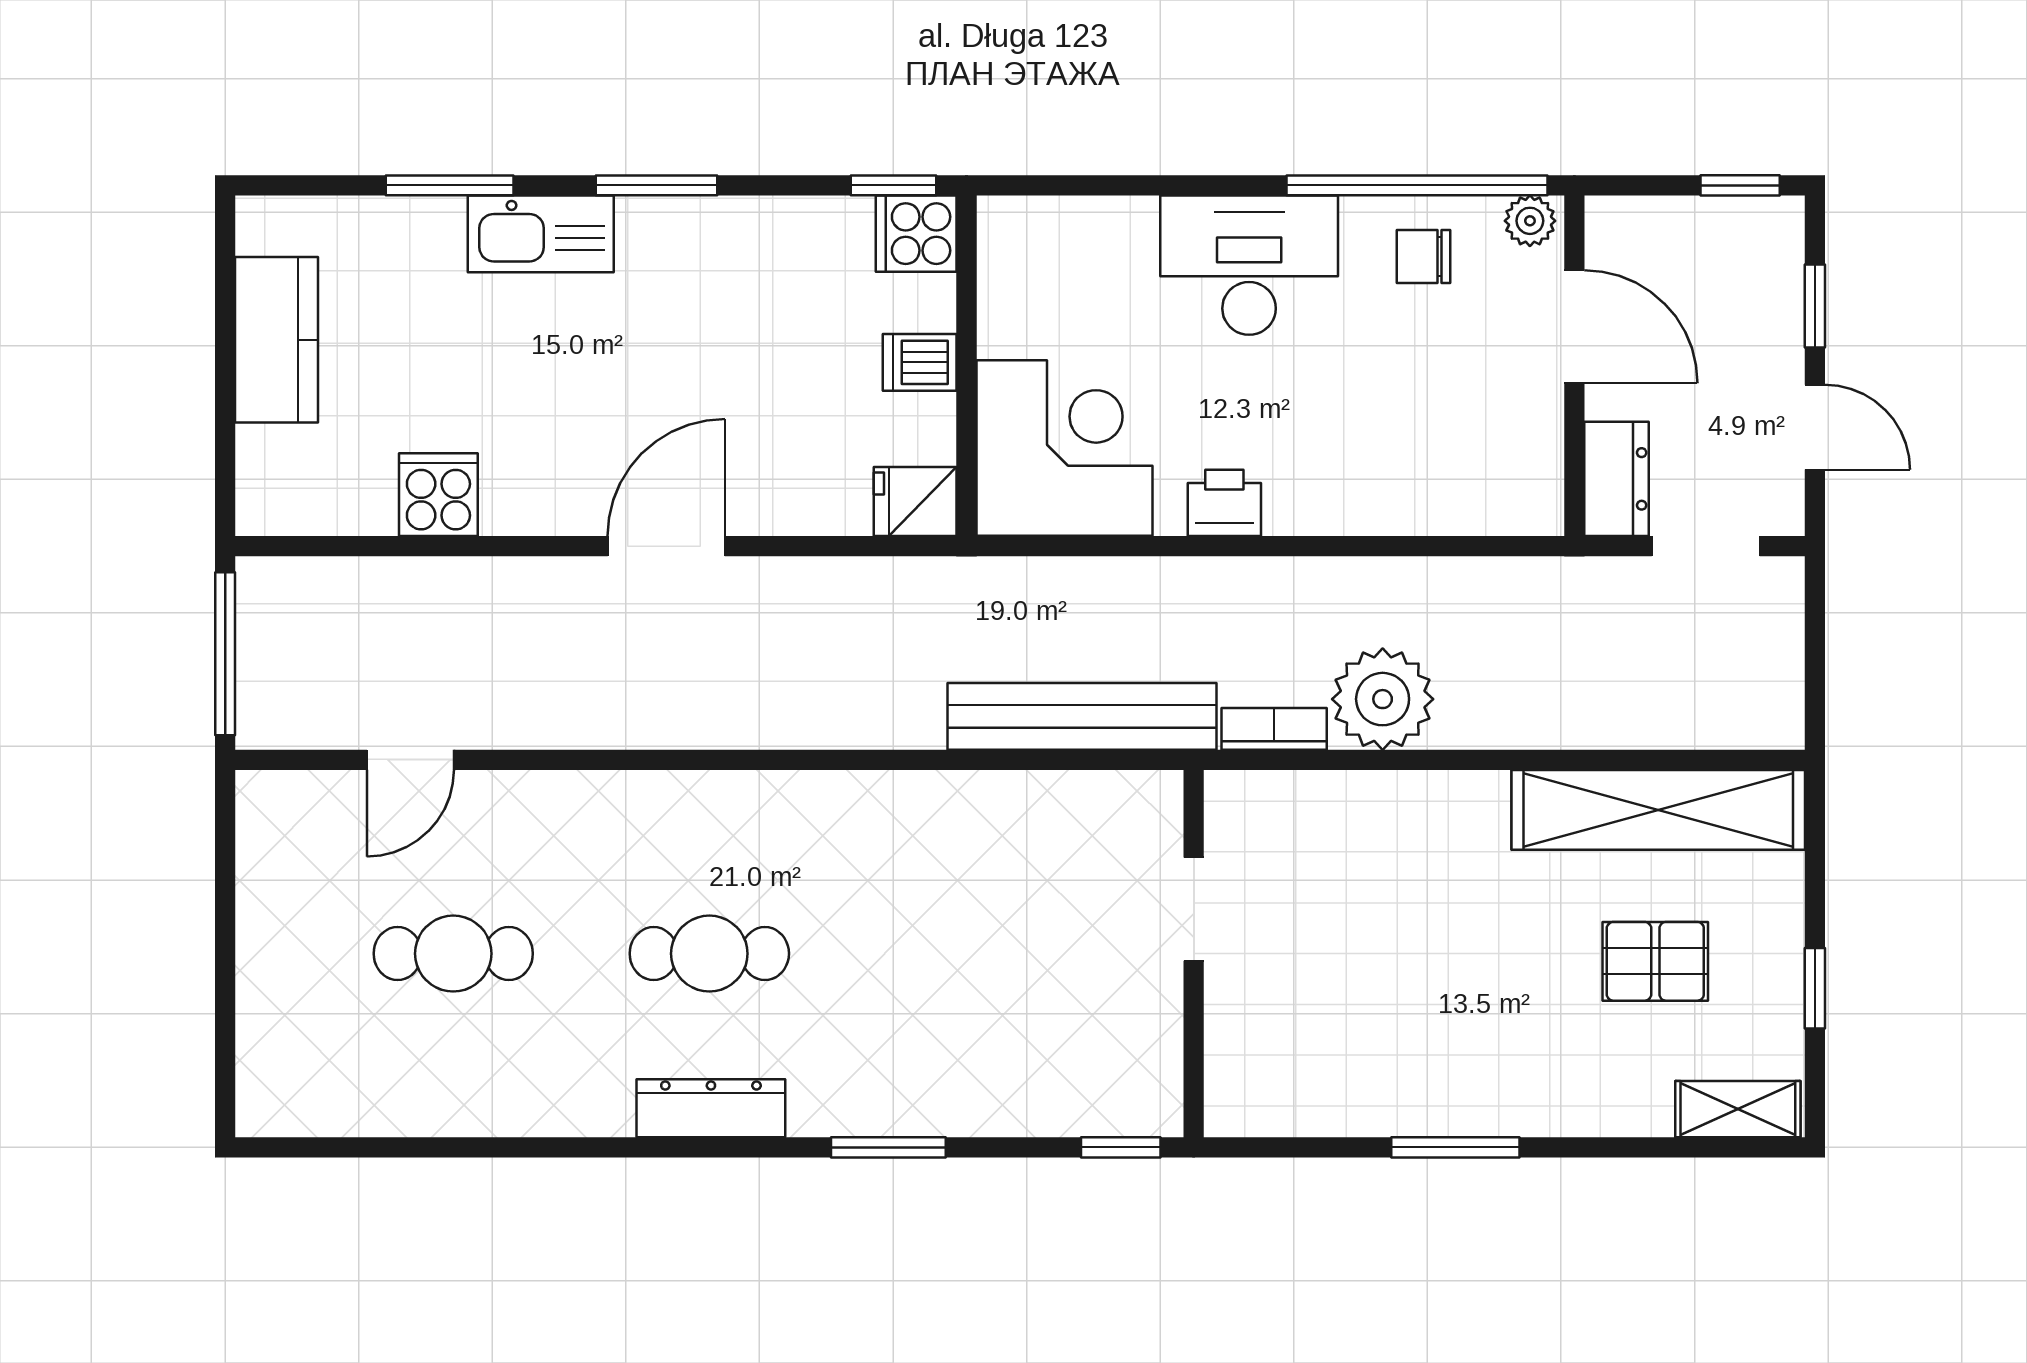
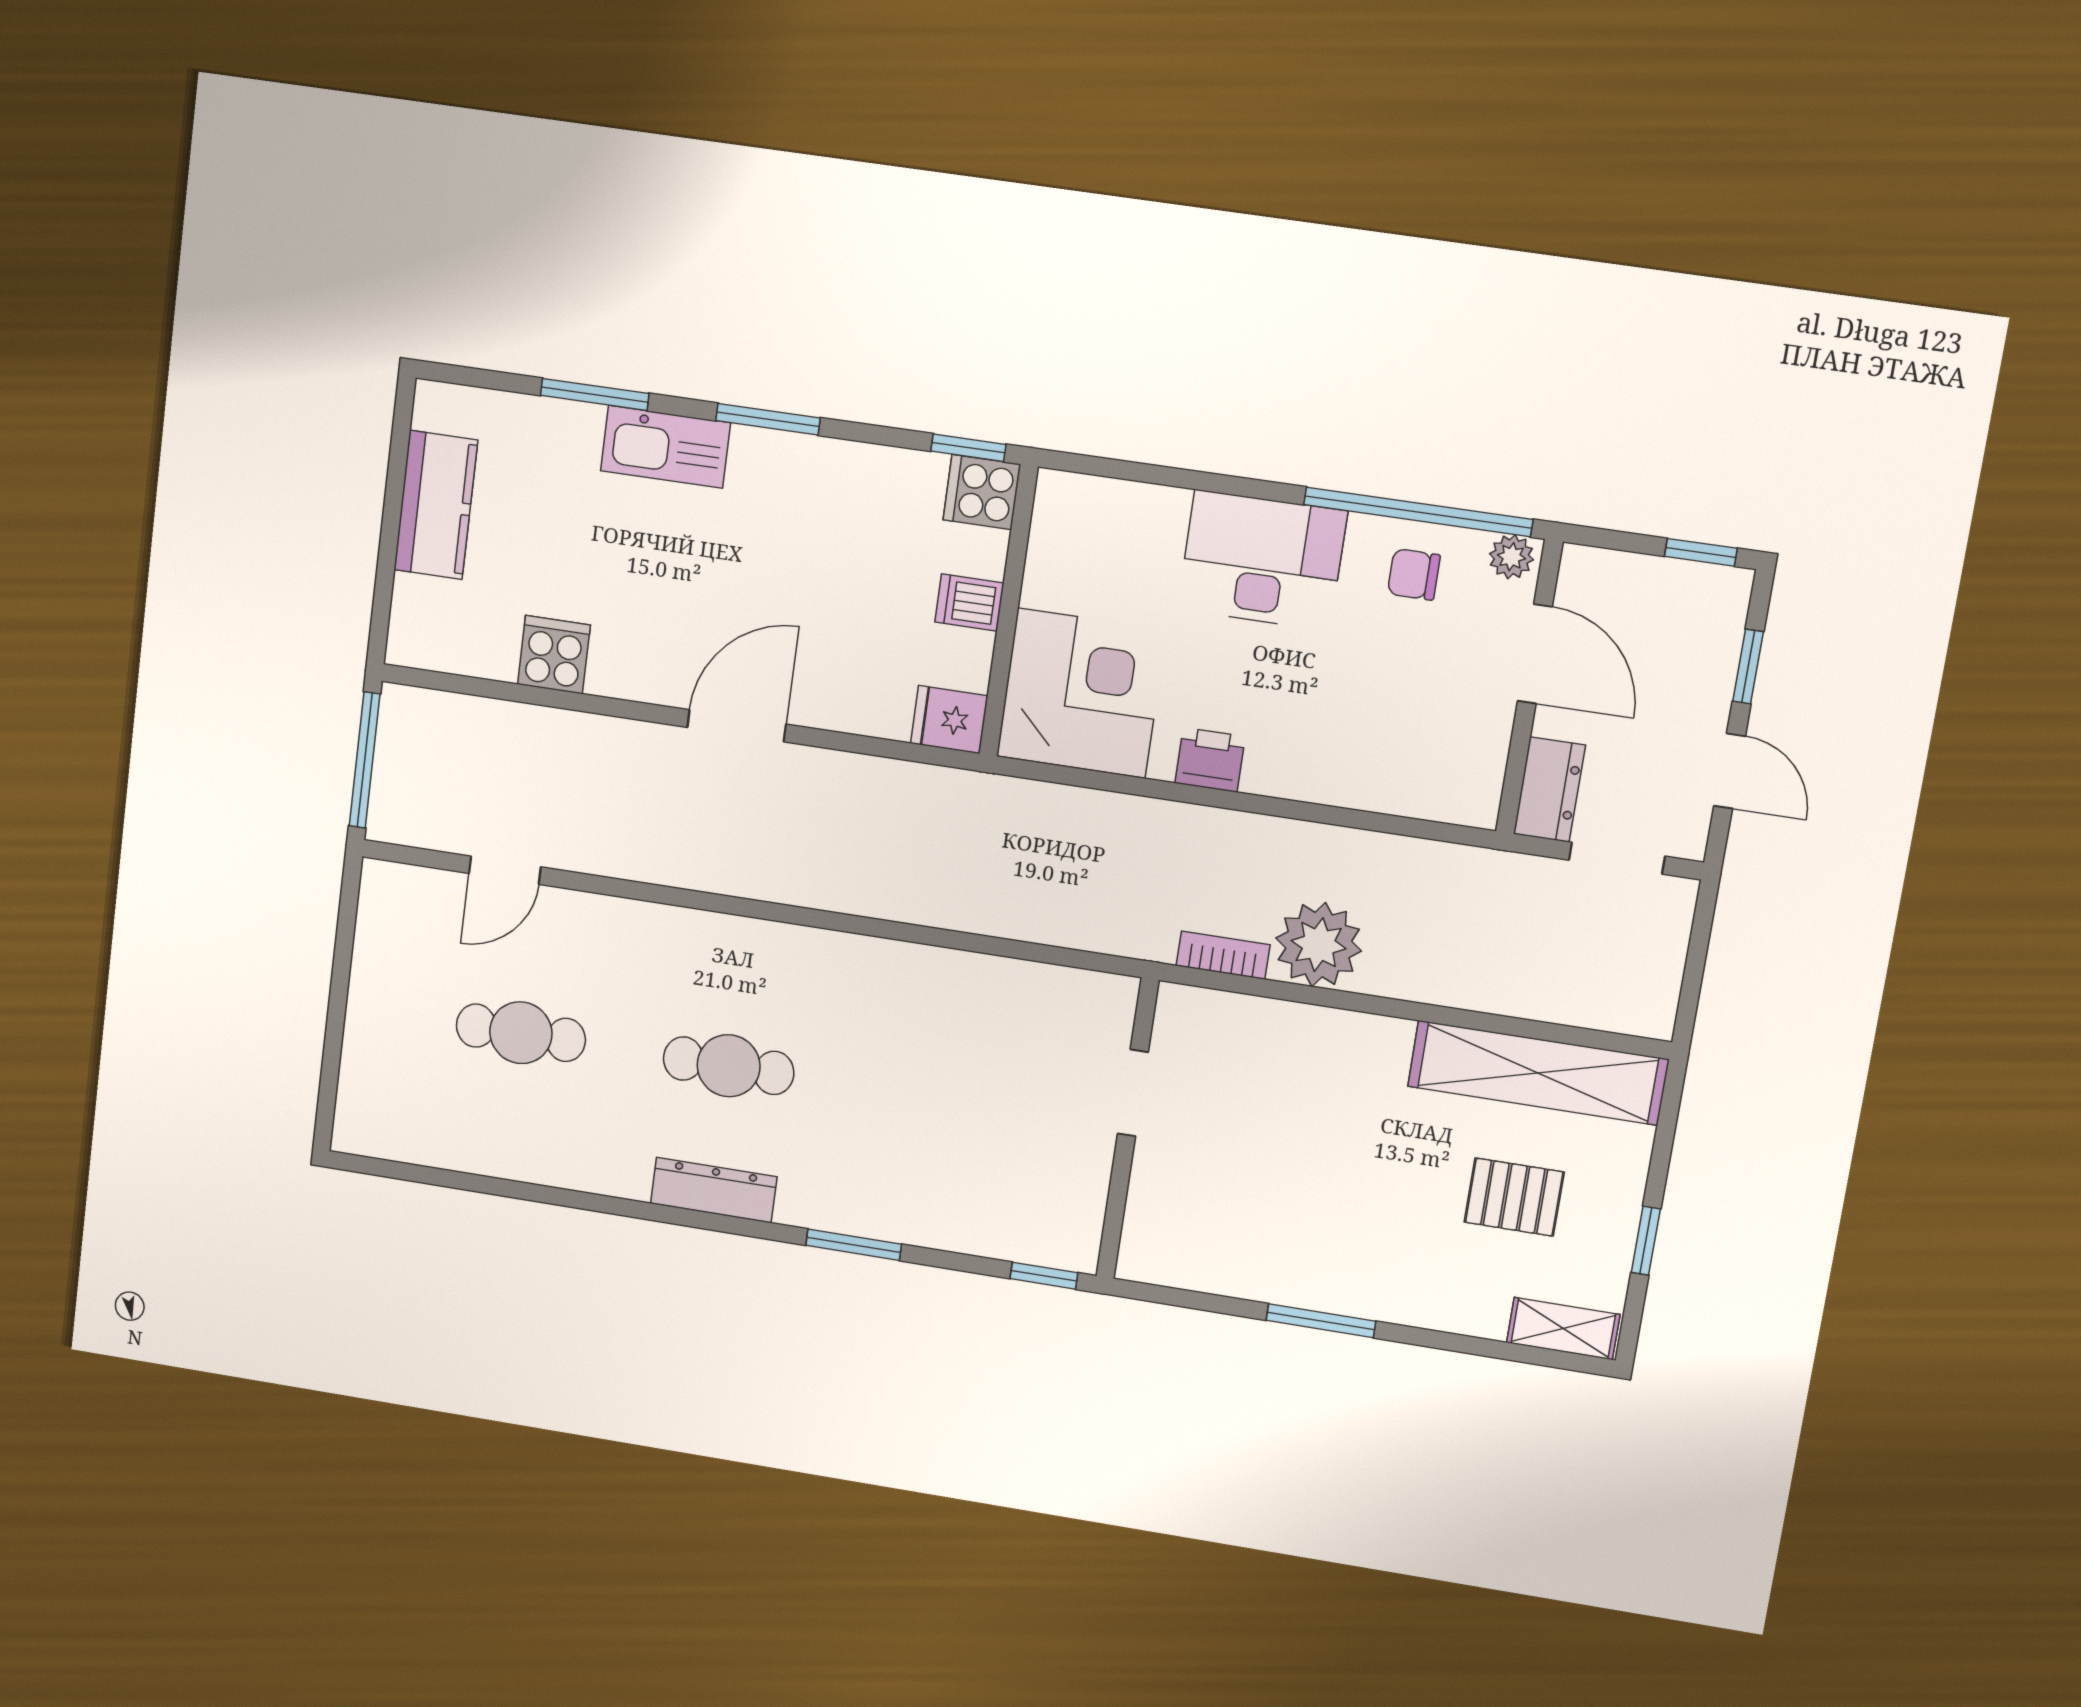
bench: (1082, 716) -> (1063, 920), removed

